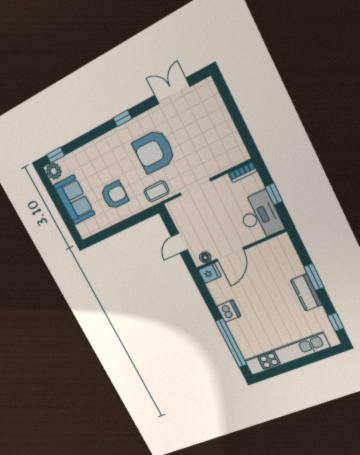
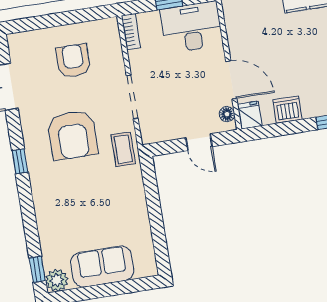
armchair: (114, 195) -> (73, 61), moved
dishwasher: (229, 311) -> (287, 110), moved

